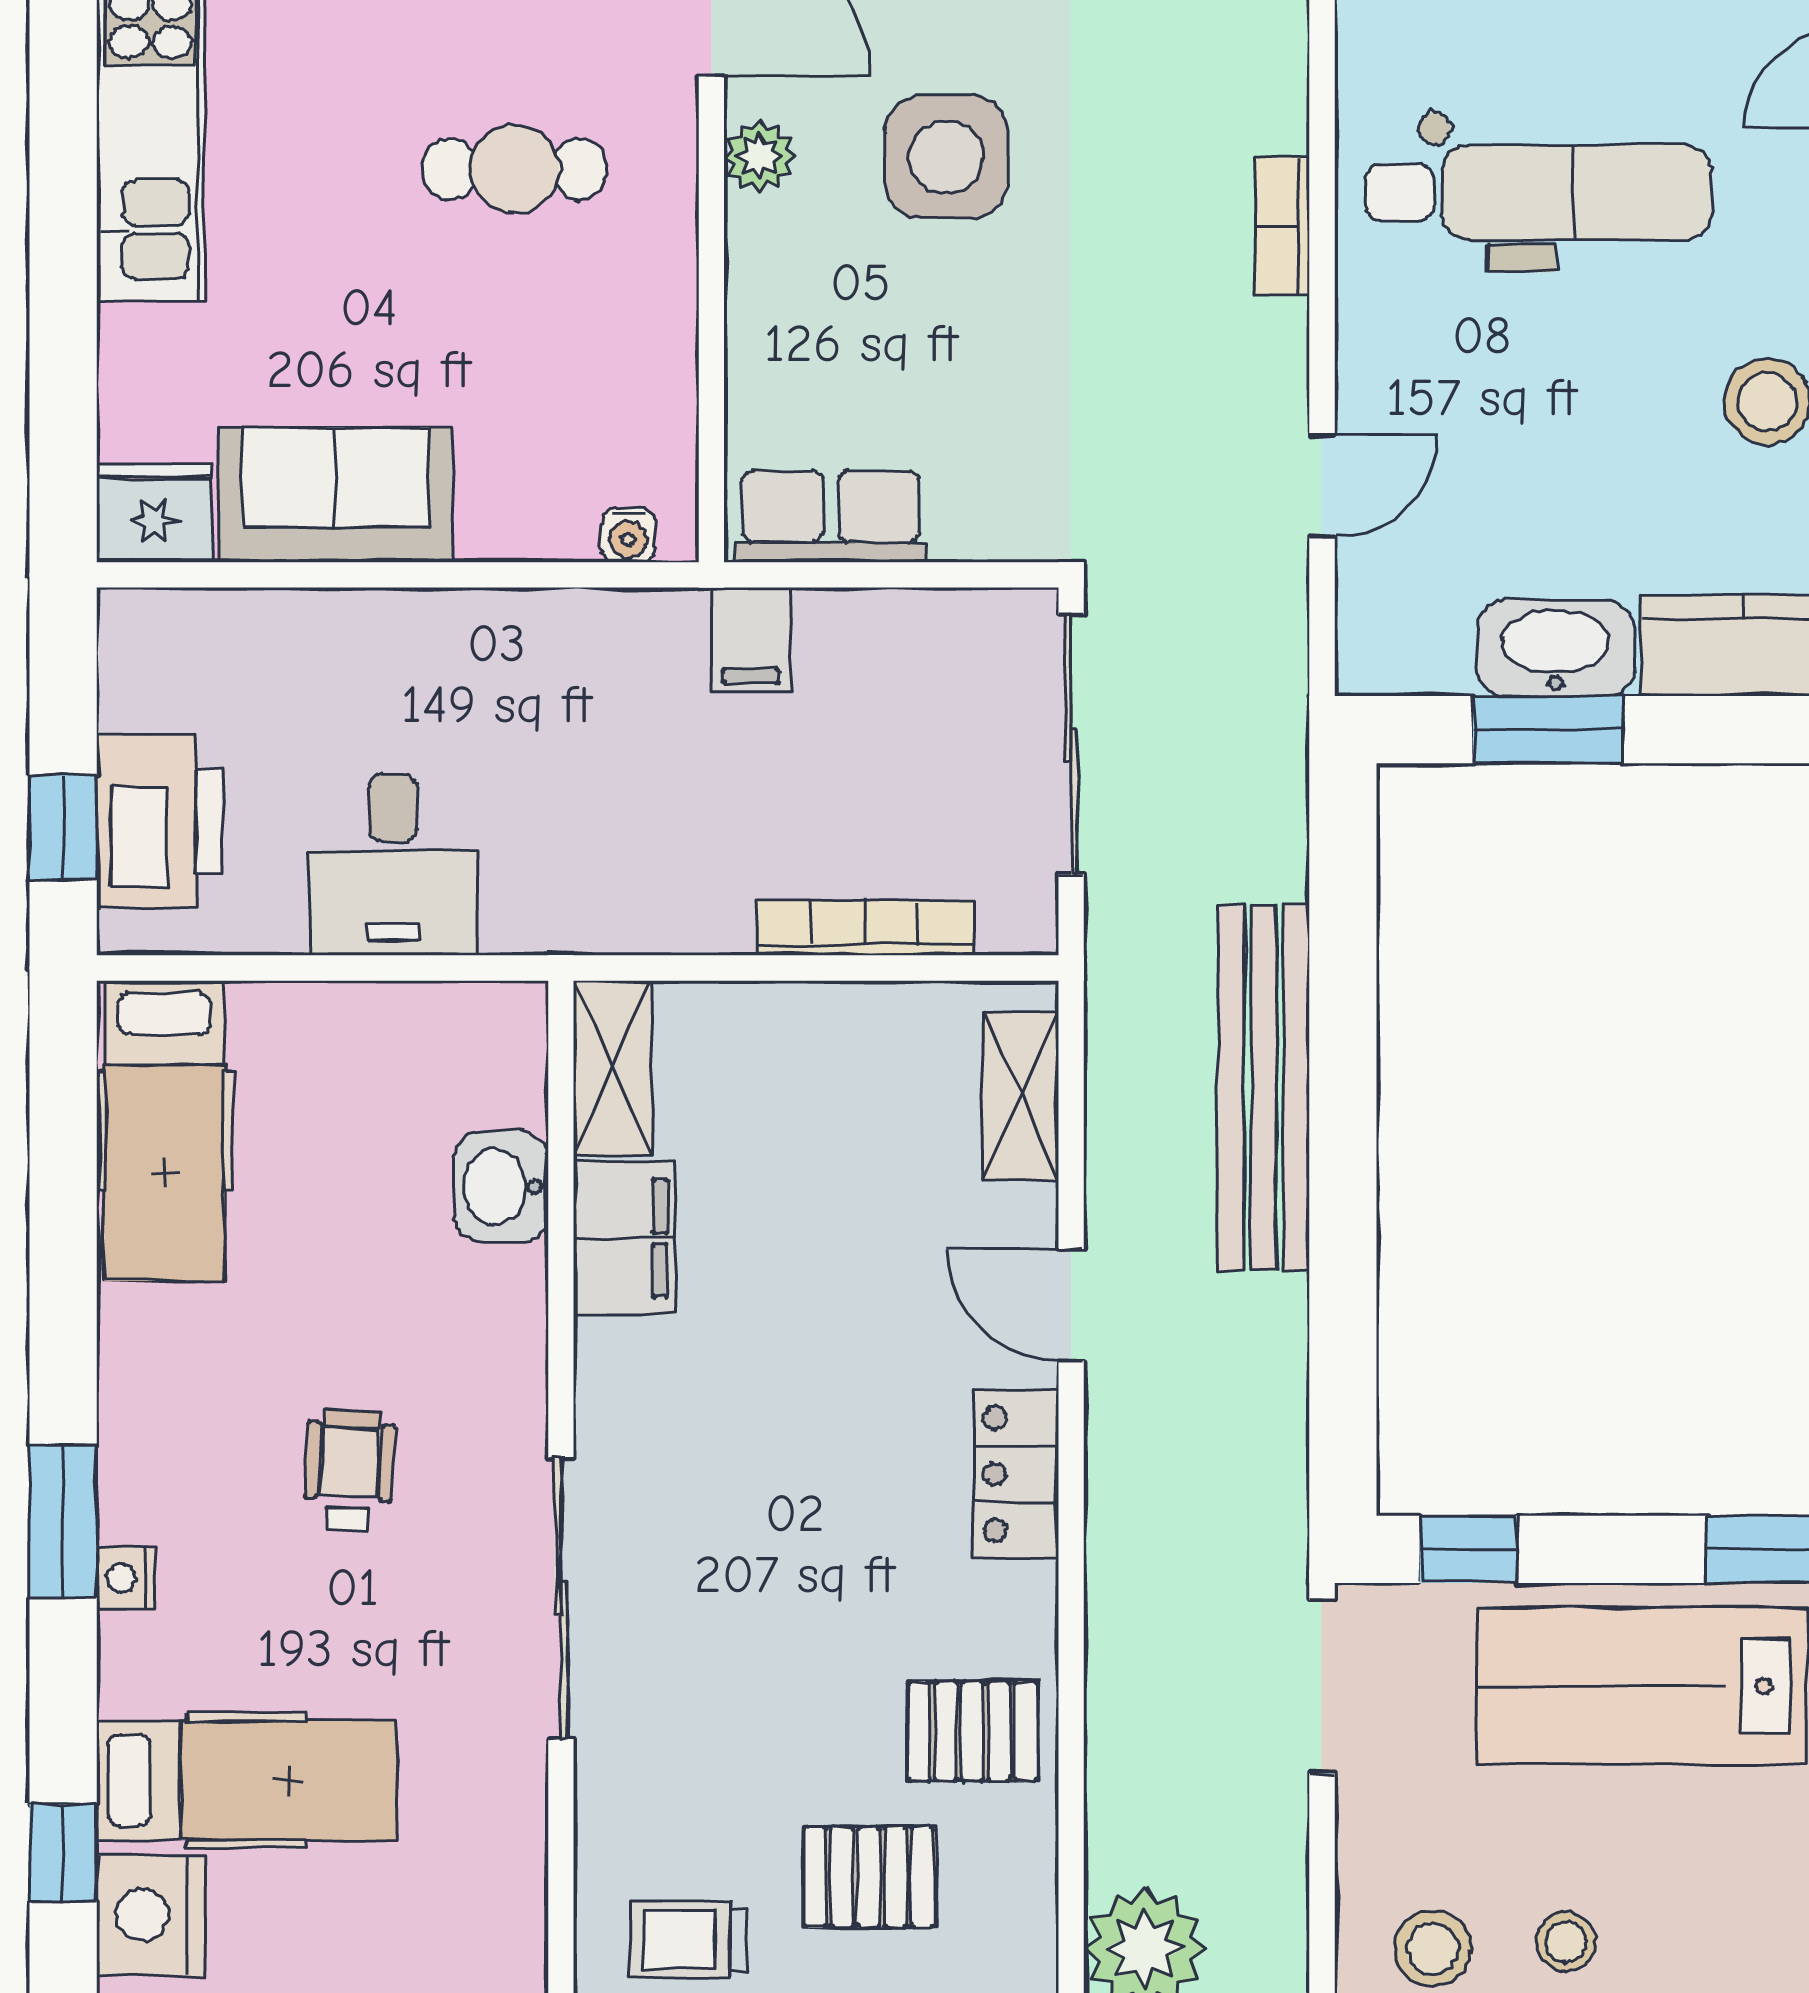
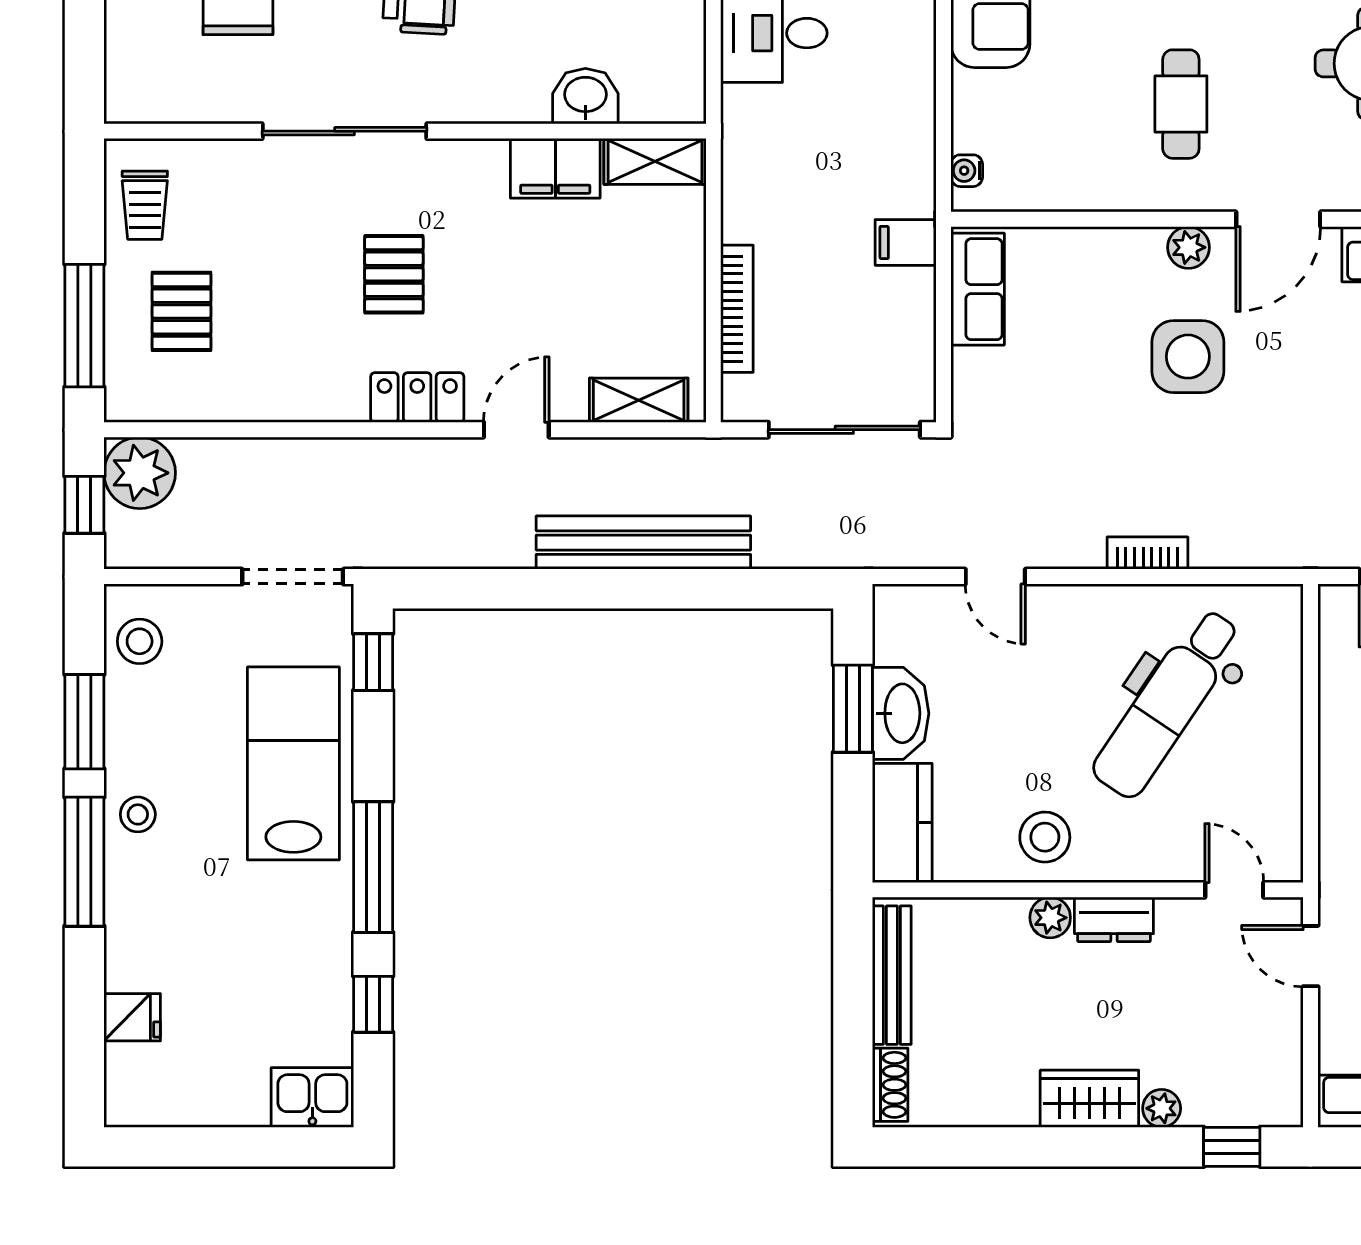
dental chair: (1539, 192) -> (1167, 703), turned 34
pallet: (972, 1731) -> (394, 274), moved
trolley: (687, 1940) -> (145, 205), turned 180
stool: (1566, 1942) -> (138, 814), moved

